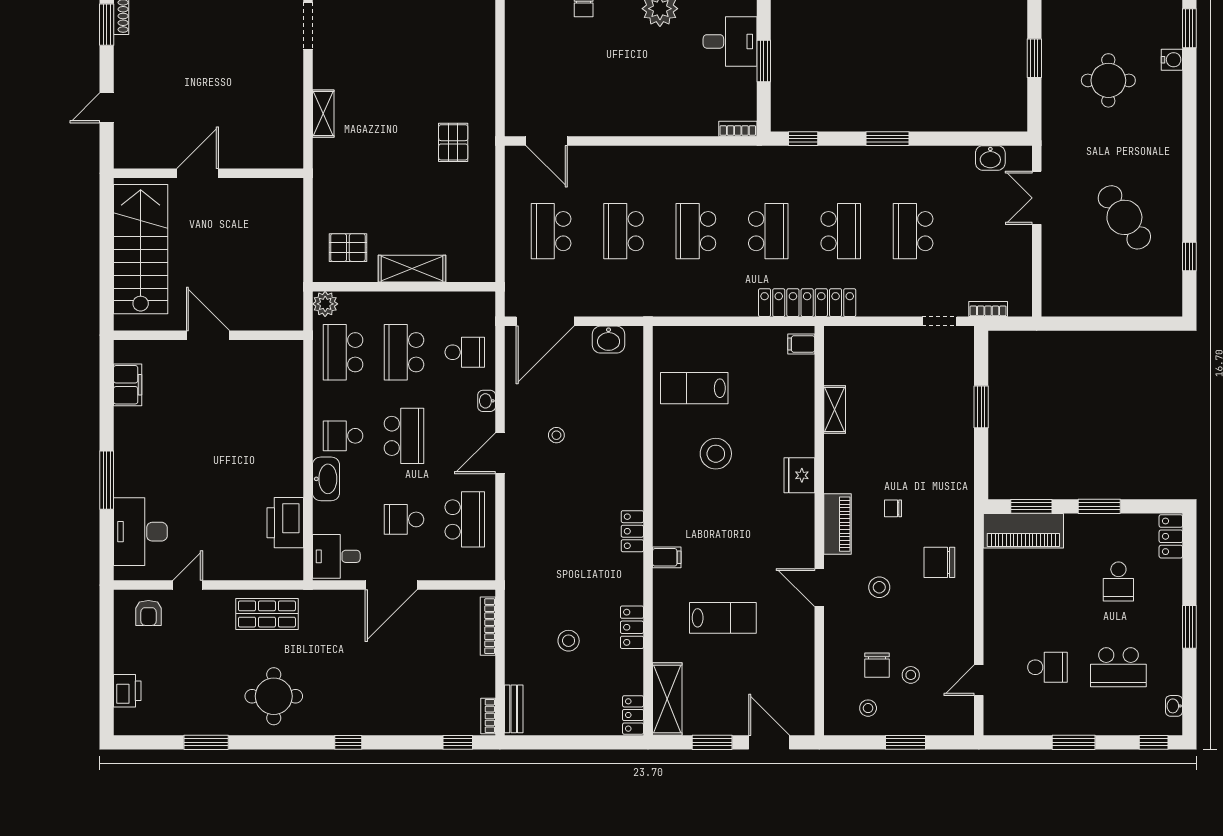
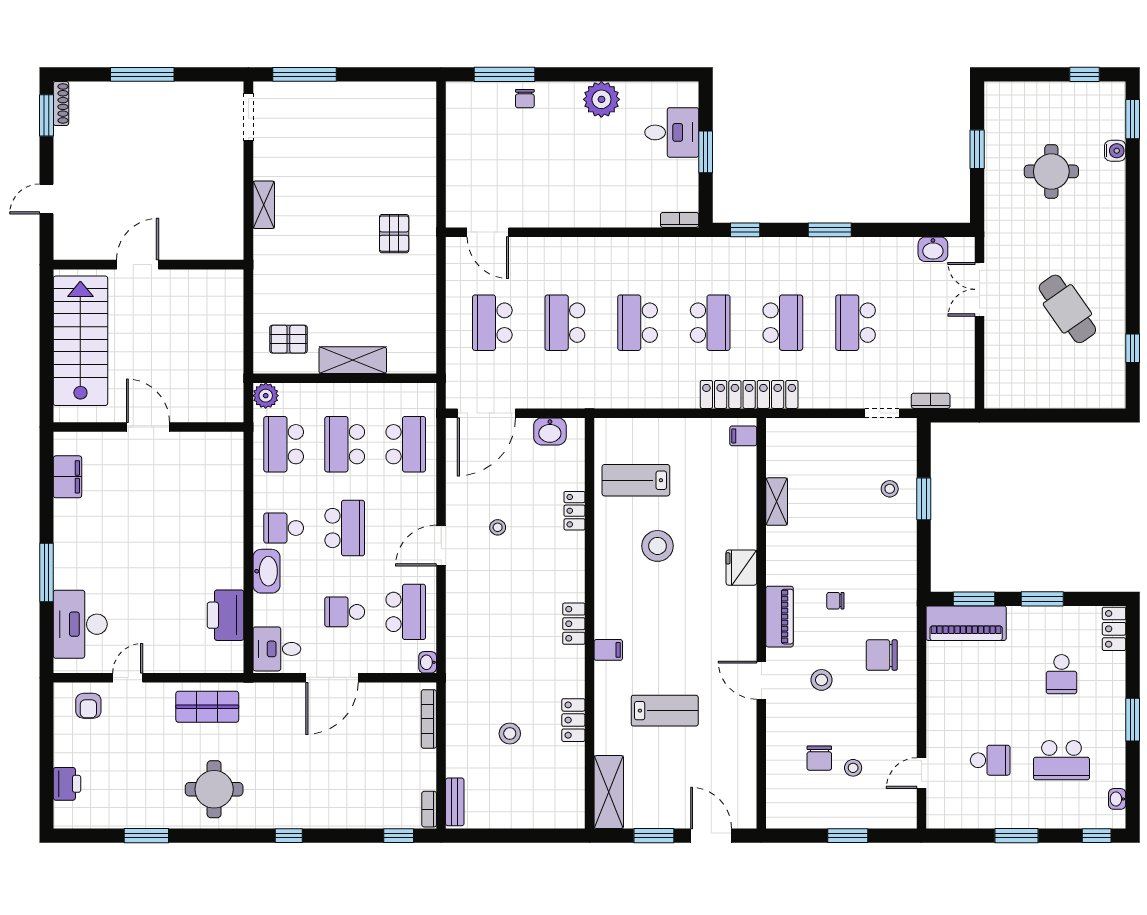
school desk: (465, 352) -> (406, 444), width x1.85
washbasin: (487, 401) -> (428, 662), moved
stool: (868, 708) -> (890, 489), moved
locker: (633, 715) -> (575, 511), moved

